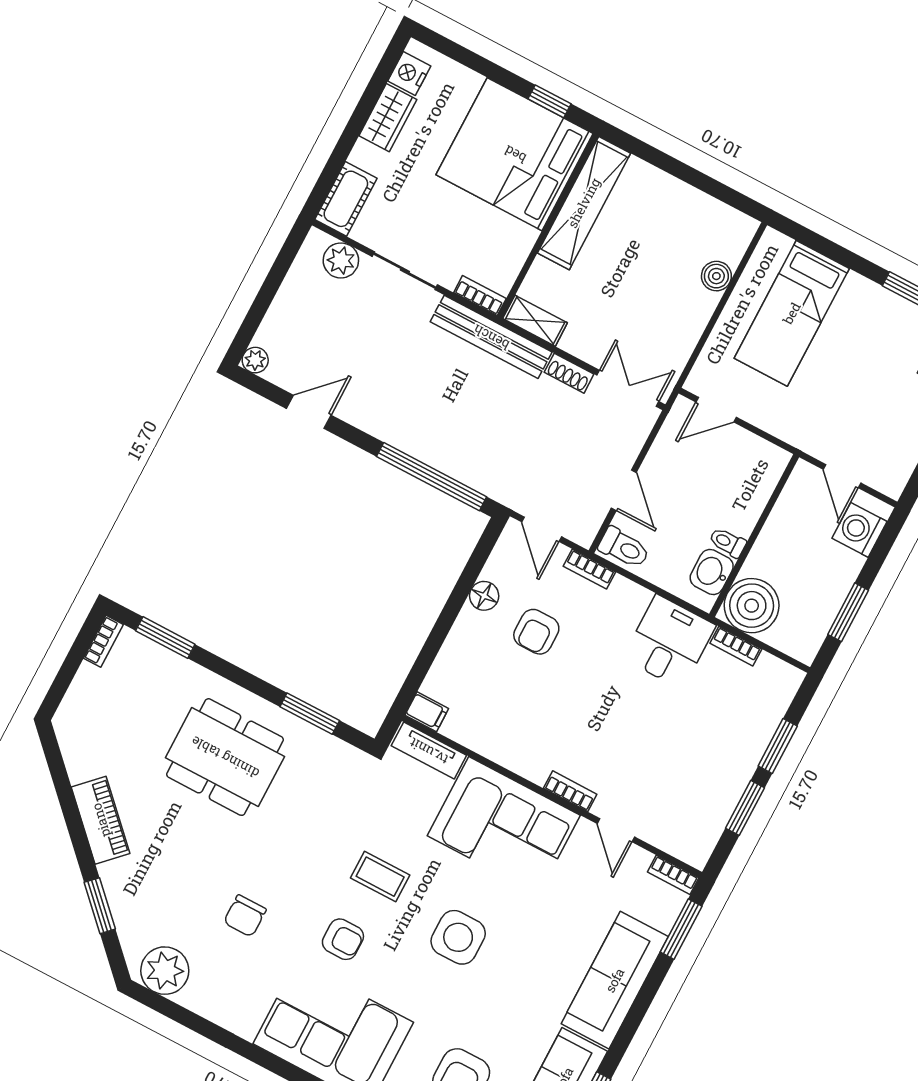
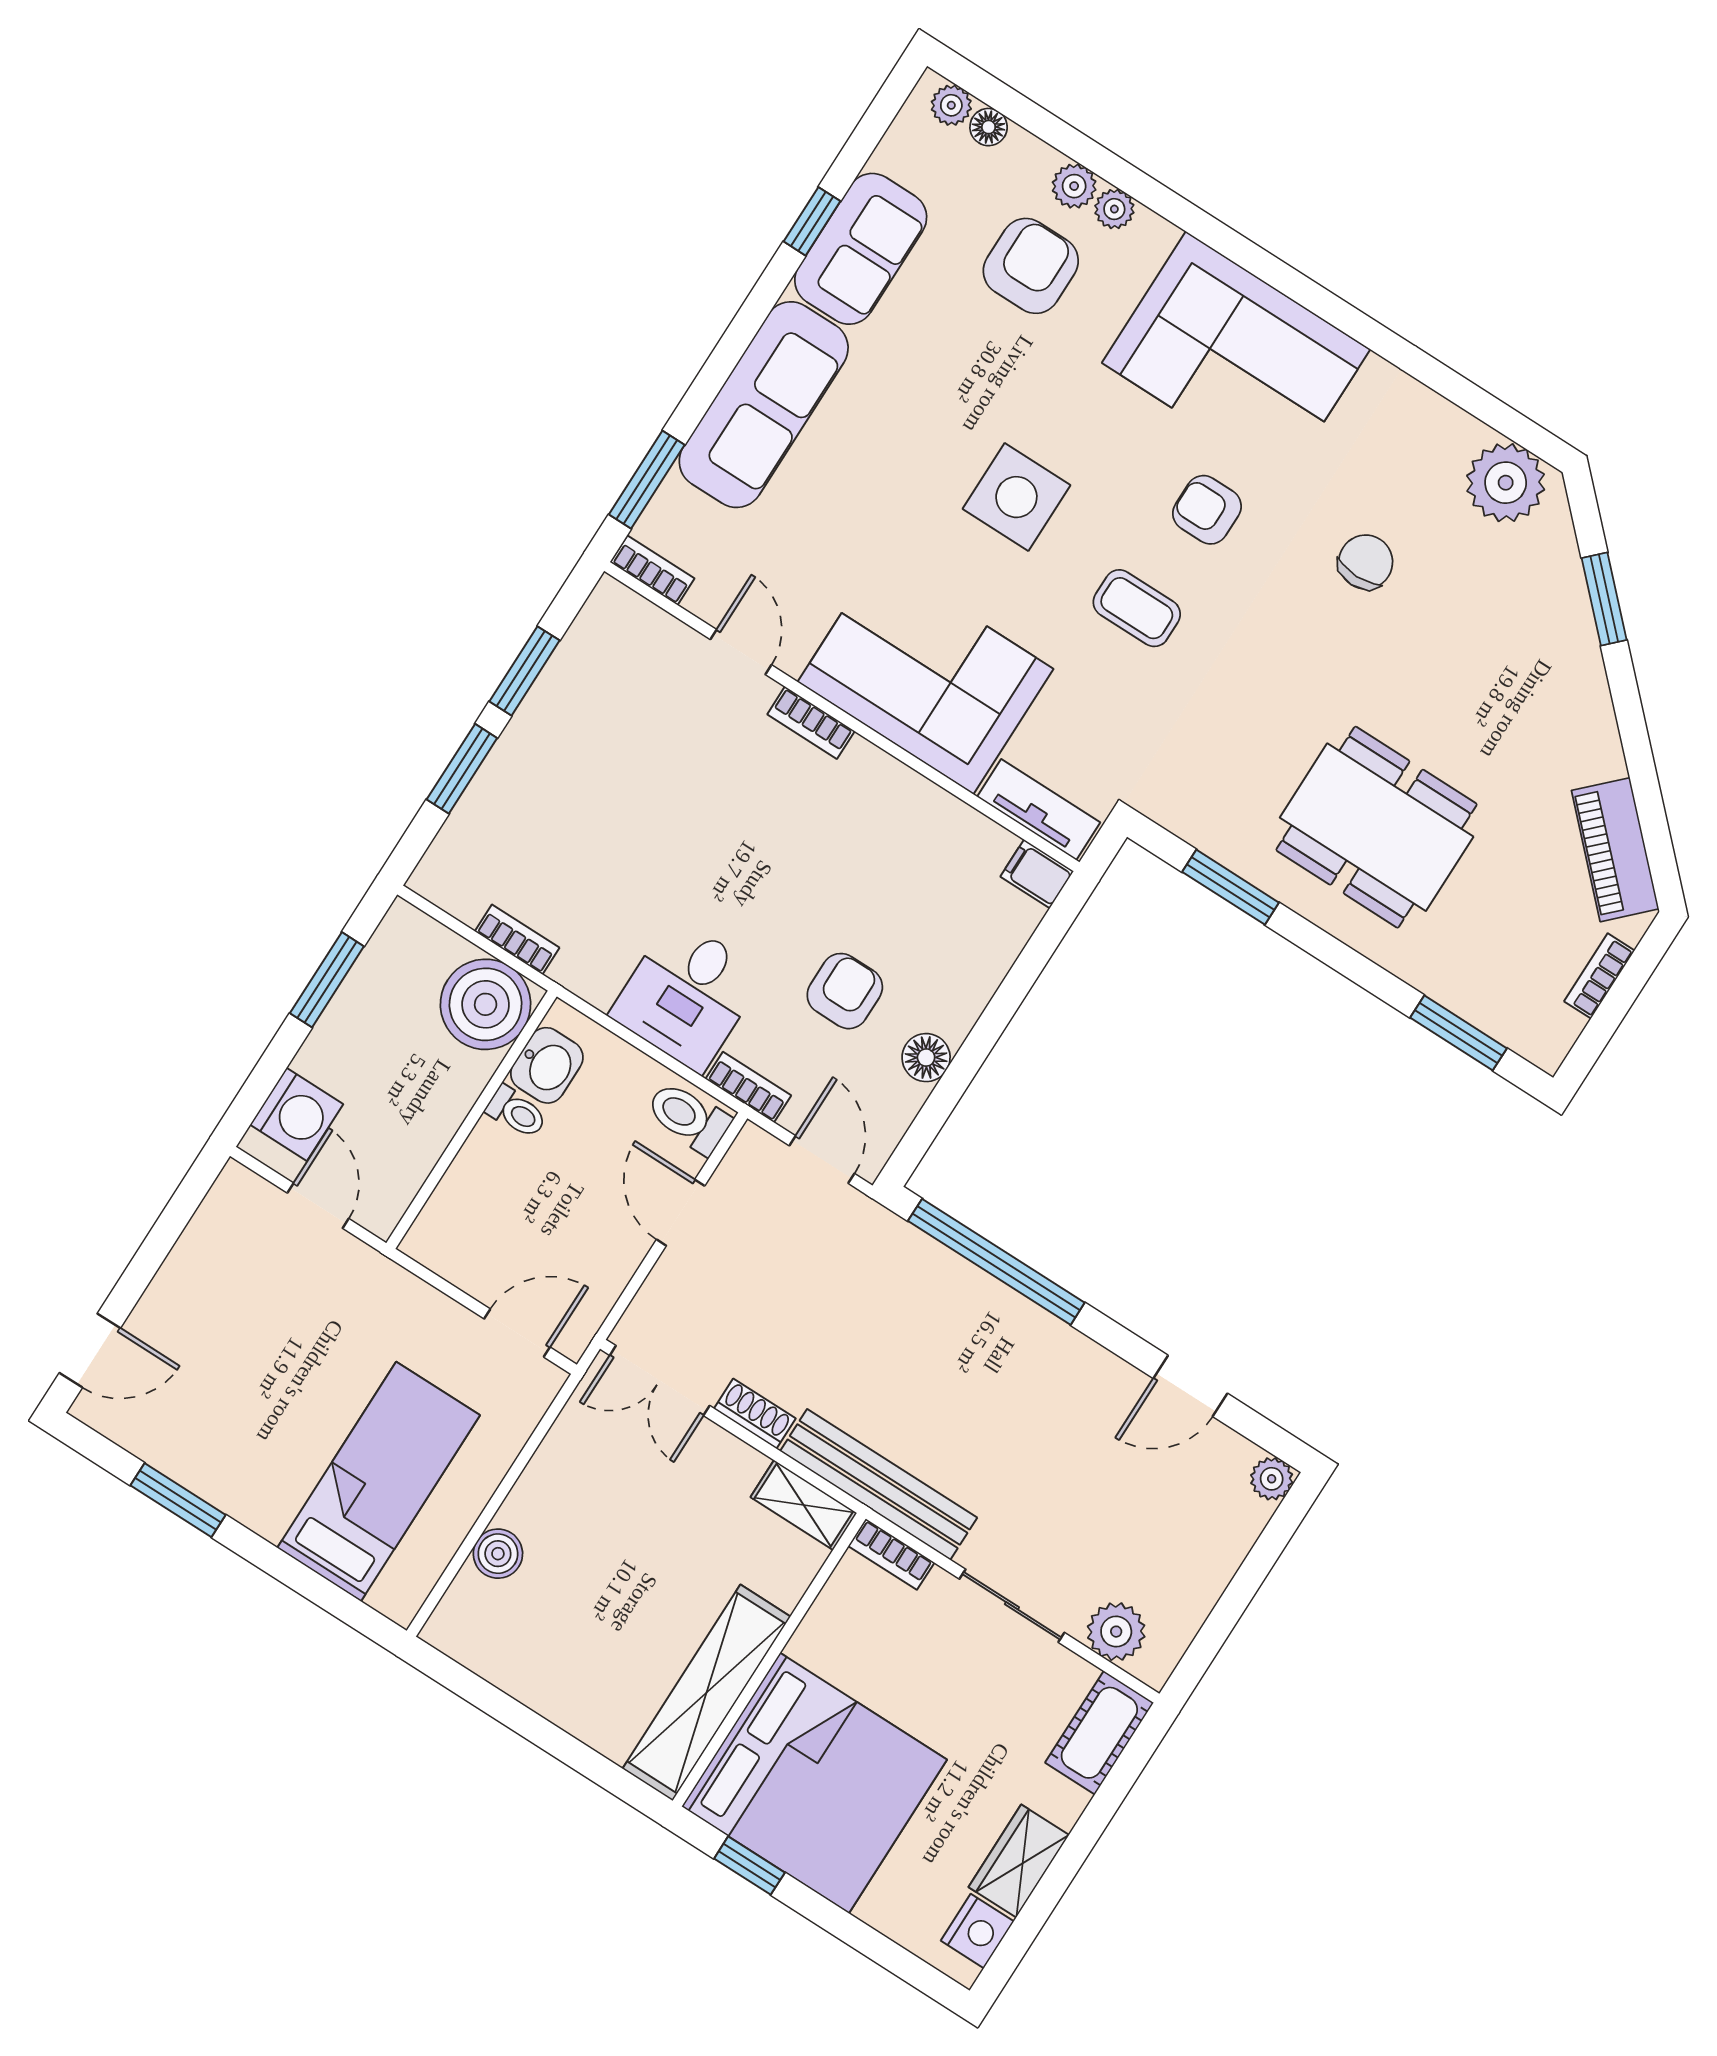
bookcase: (103, 641) -> (1599, 976), moved
desk: (669, 642) -> (687, 995), moved
piano: (101, 820) -> (1615, 850), moved

